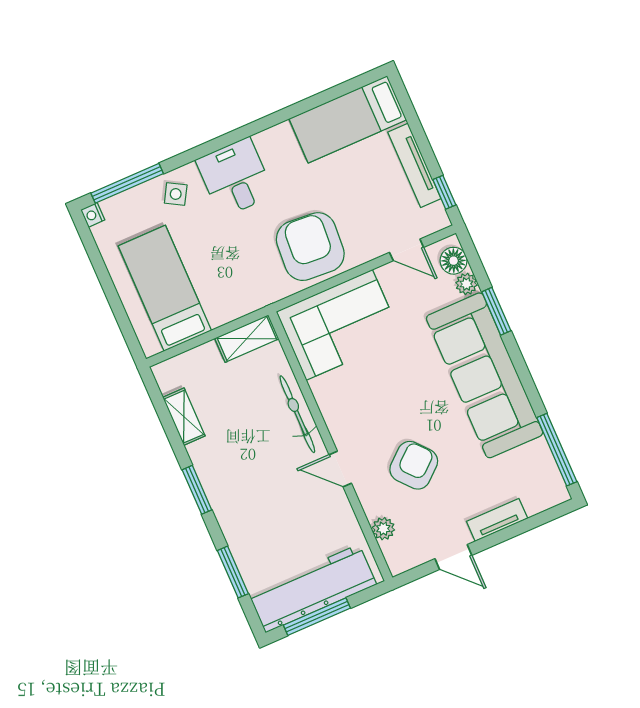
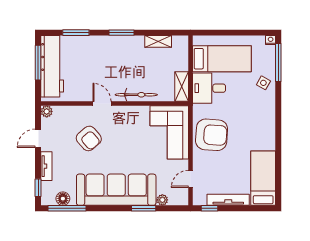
desk: (235, 177) -> (209, 88), moved, turned 180
floor lamp: (454, 261) -> (63, 199), moved
door: (340, 469) -> (102, 104), hinge flipped
window: (543, 518) -> (38, 188), added
plant: (383, 529) -> (47, 111), moved

